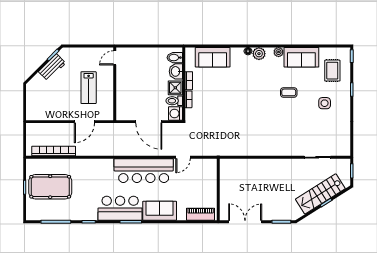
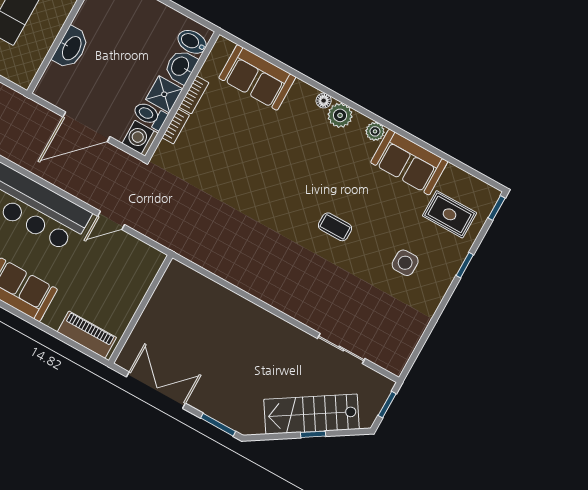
rug: (332, 71) -> (450, 214), turned 90
washbasin: (122, 90) -> (71, 48), added
coffee table: (289, 92) -> (335, 227), moved
door: (149, 122) -> (86, 127), hinge flipped

